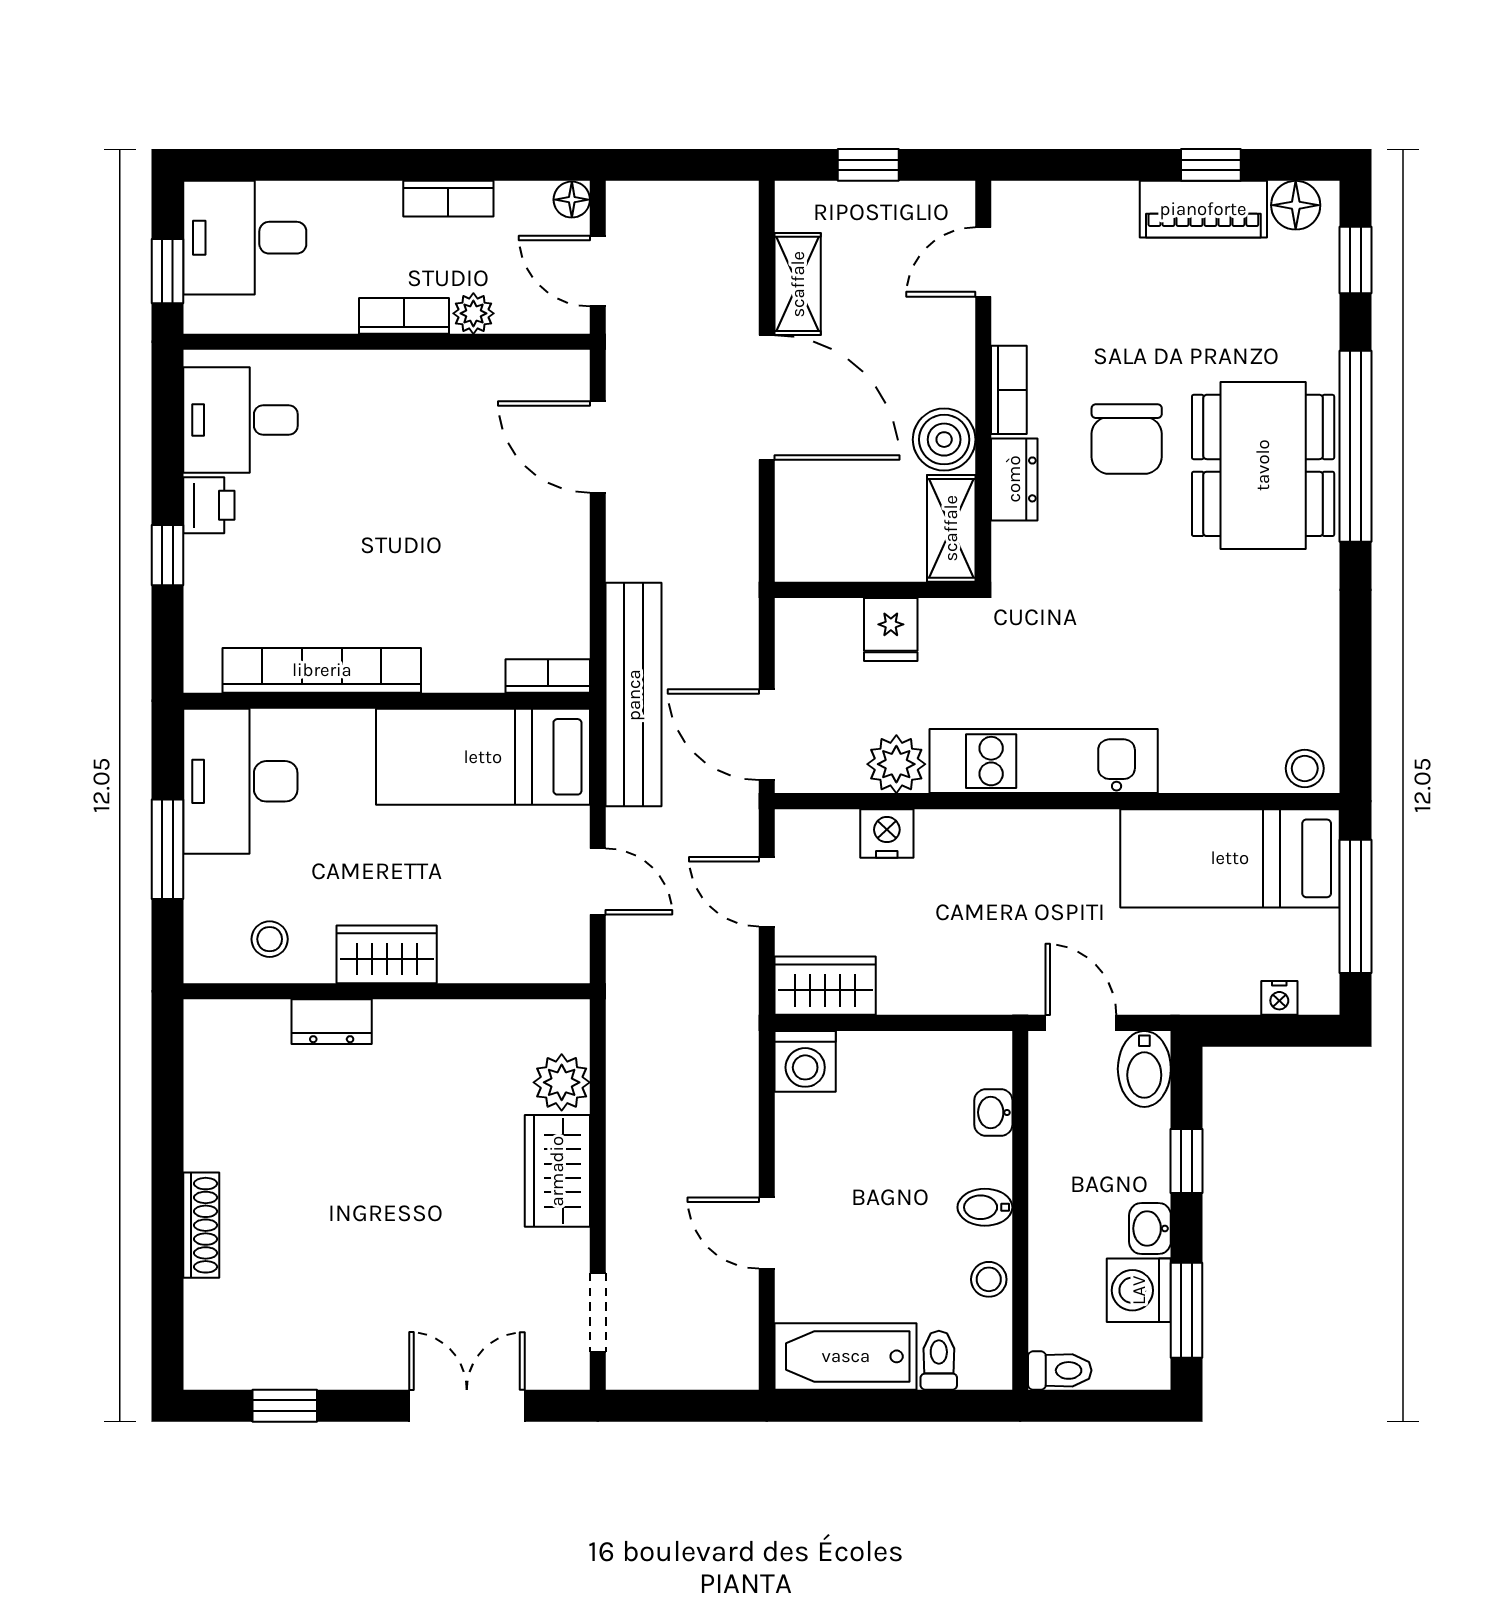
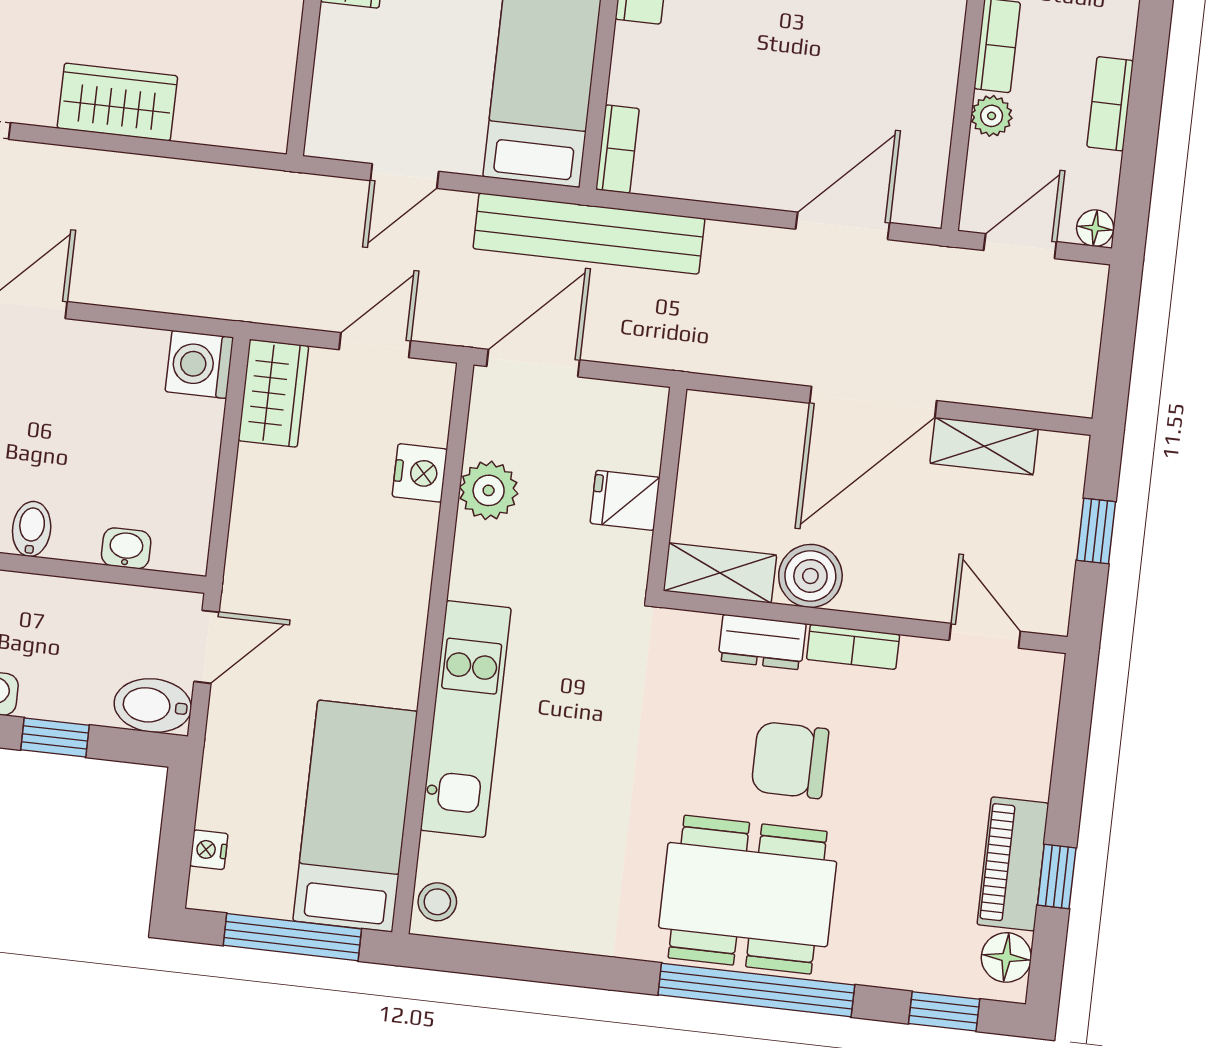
kitchen unit: (1044, 761) -> (466, 719), moved
plant: (562, 1082) -> (206, 116), removed

